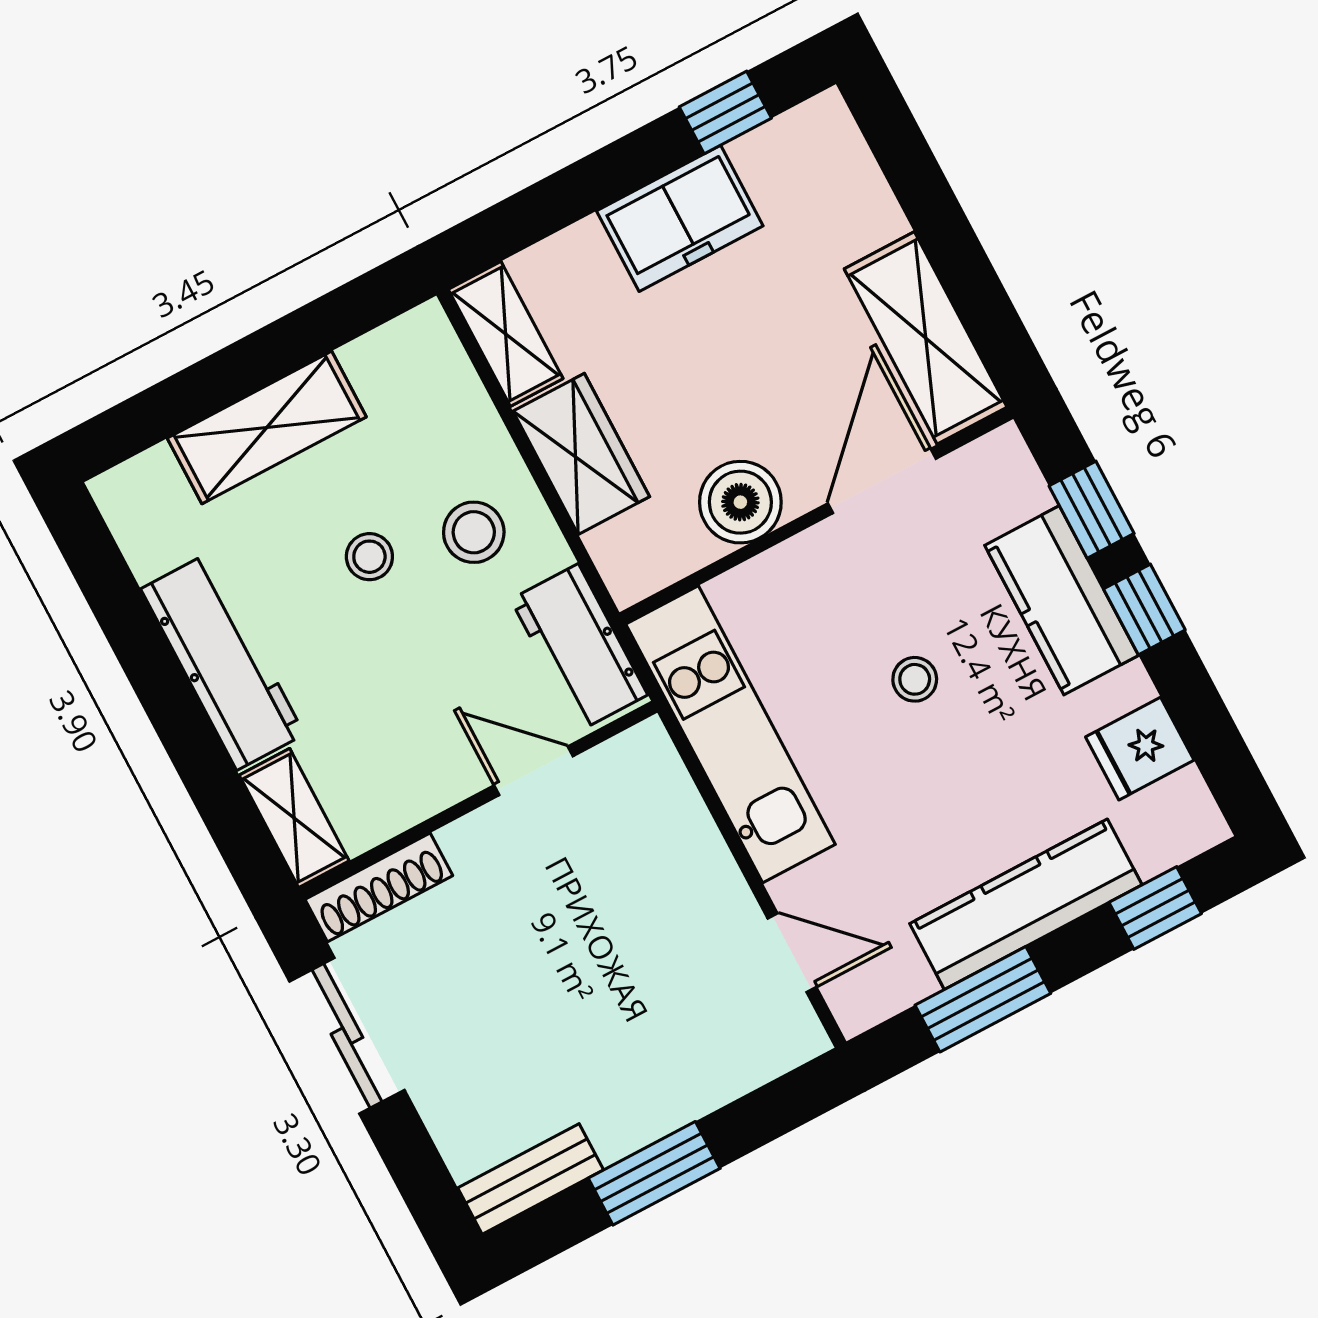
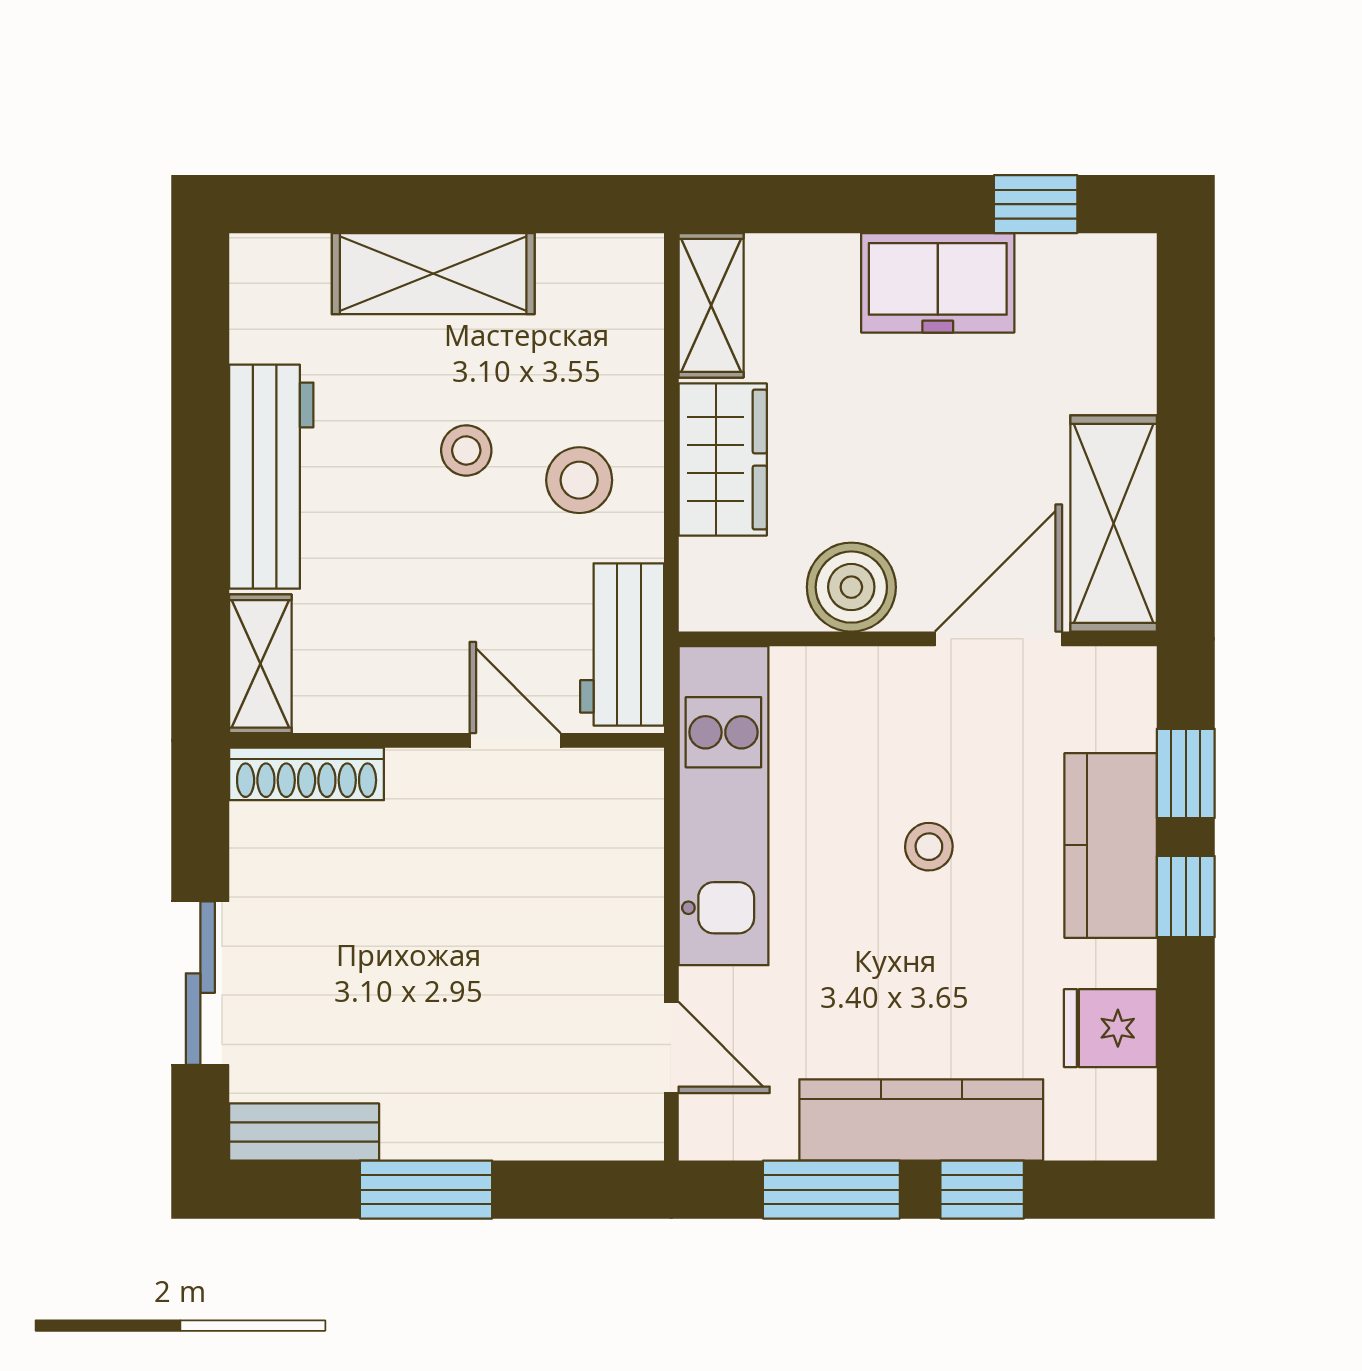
window: (1155, 908) -> (982, 1190), moved
sliding door: (347, 1036) -> (200, 983), moved

